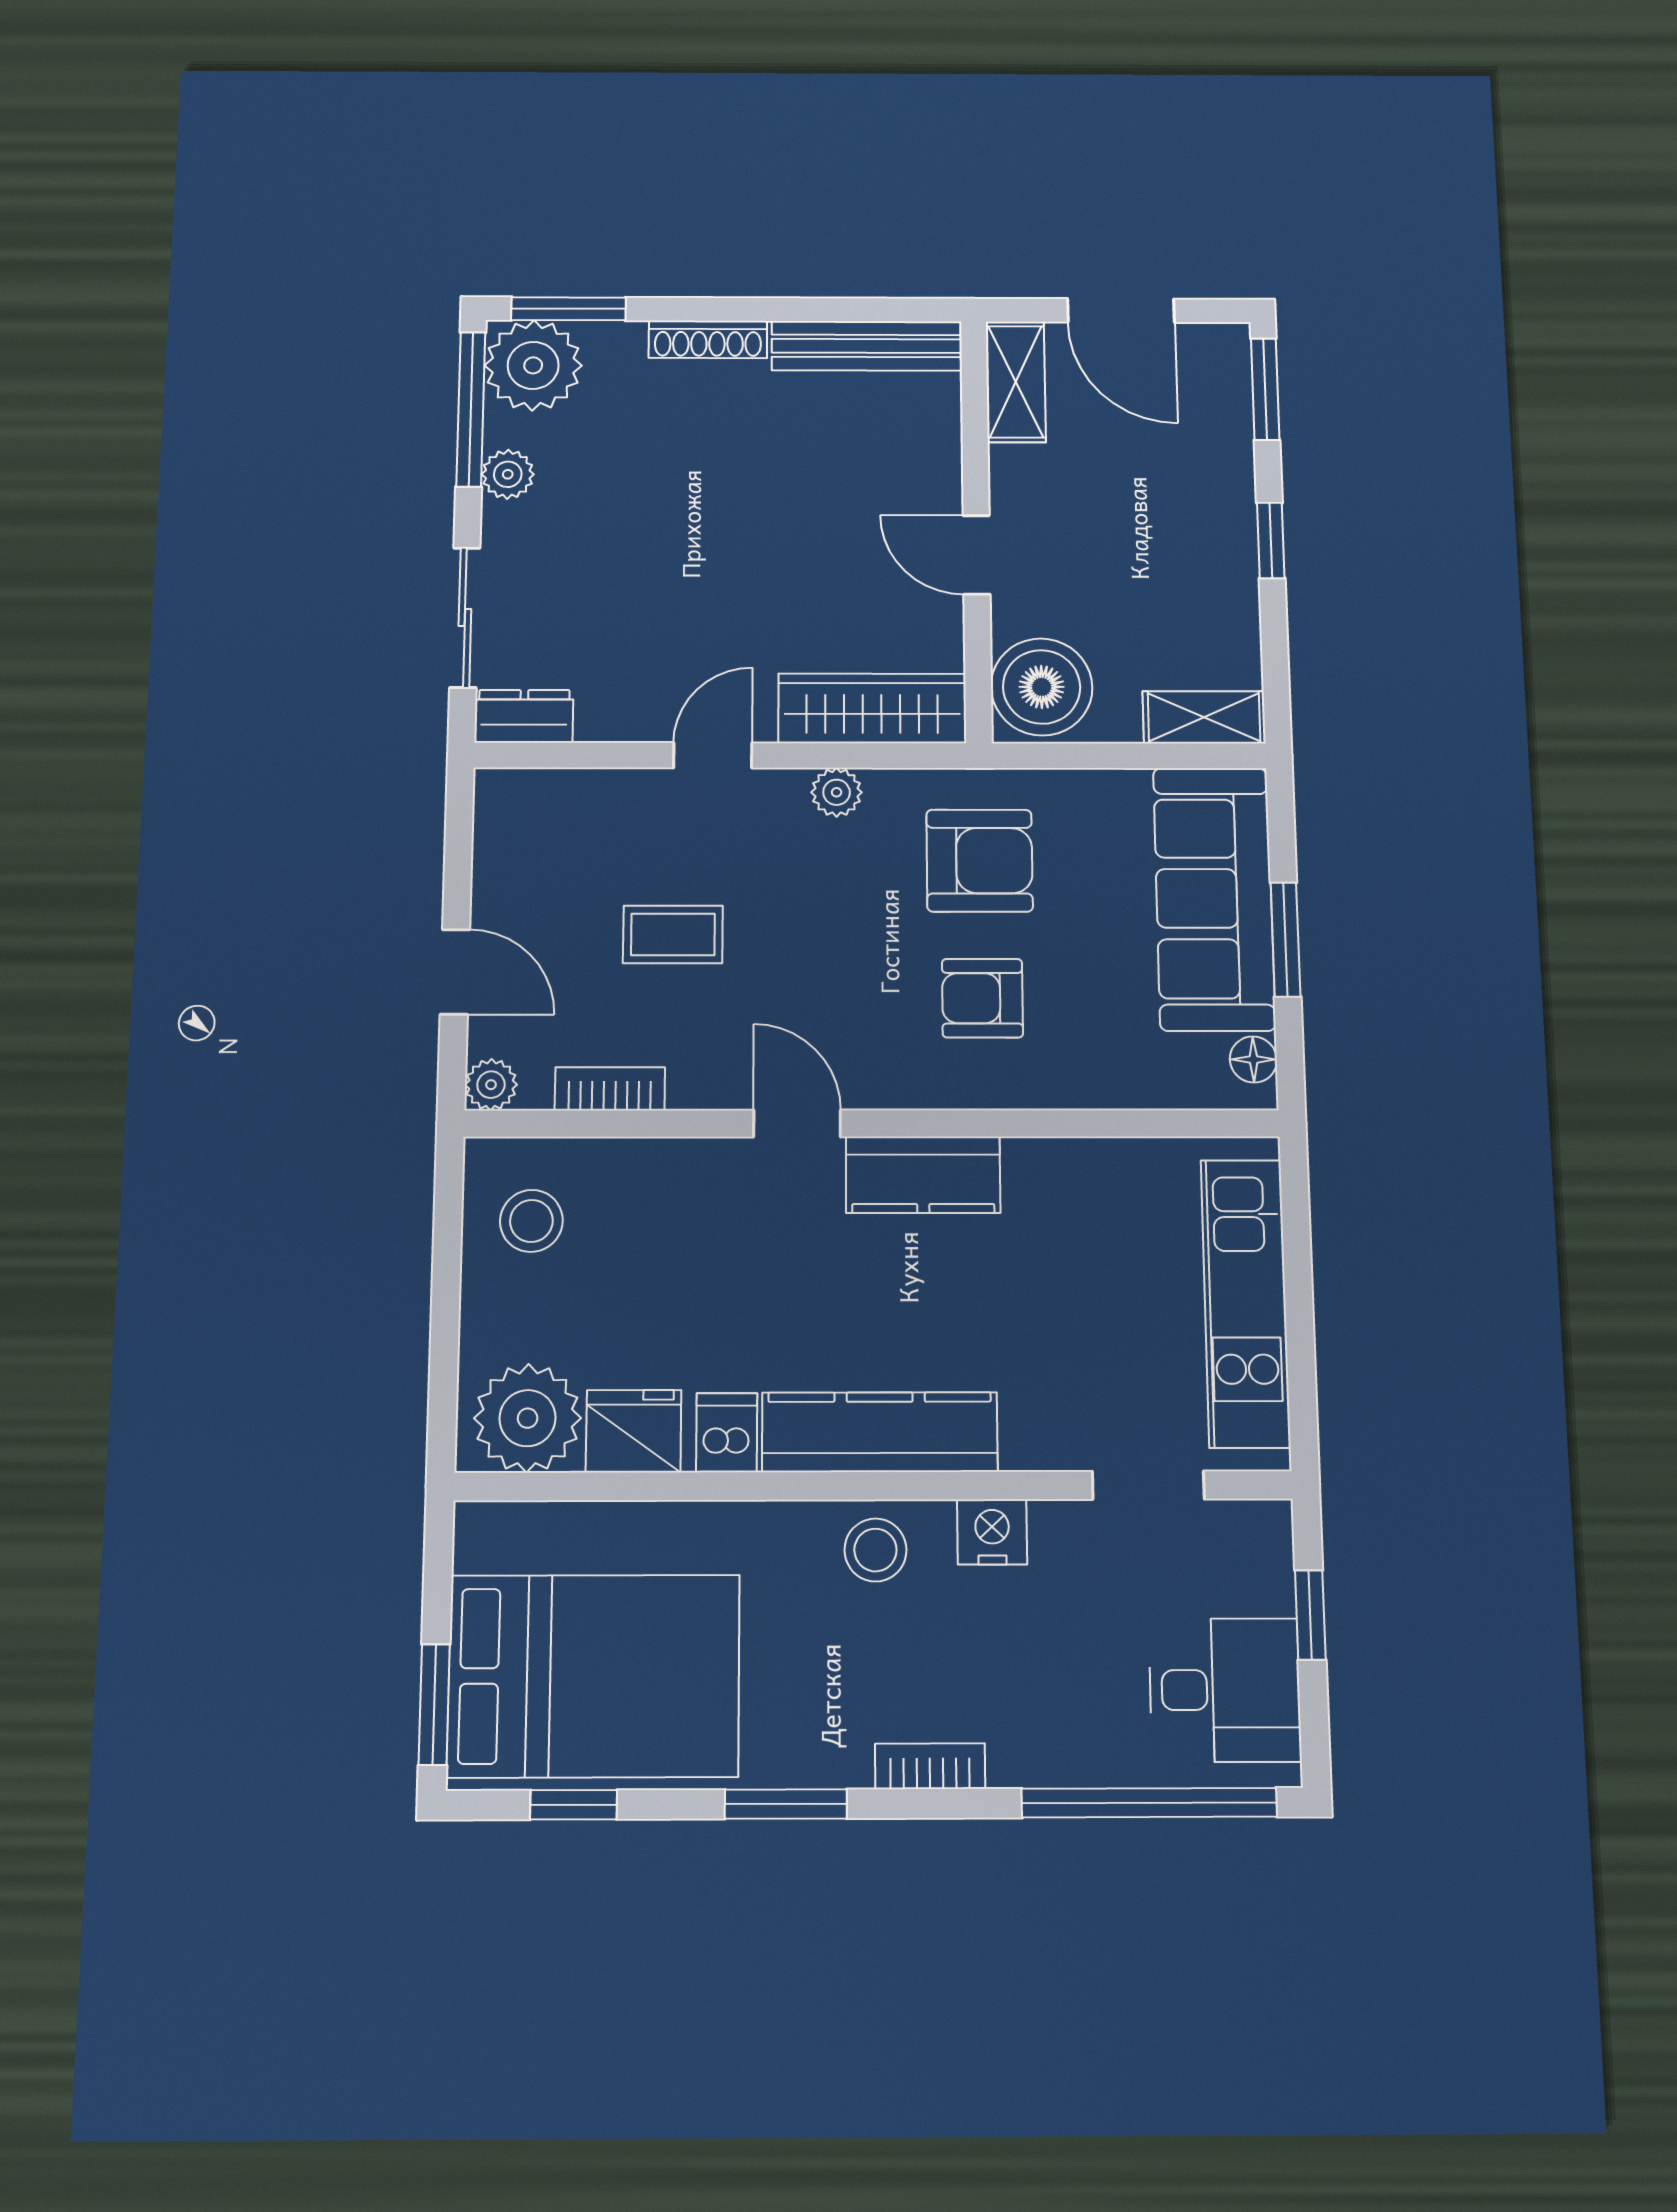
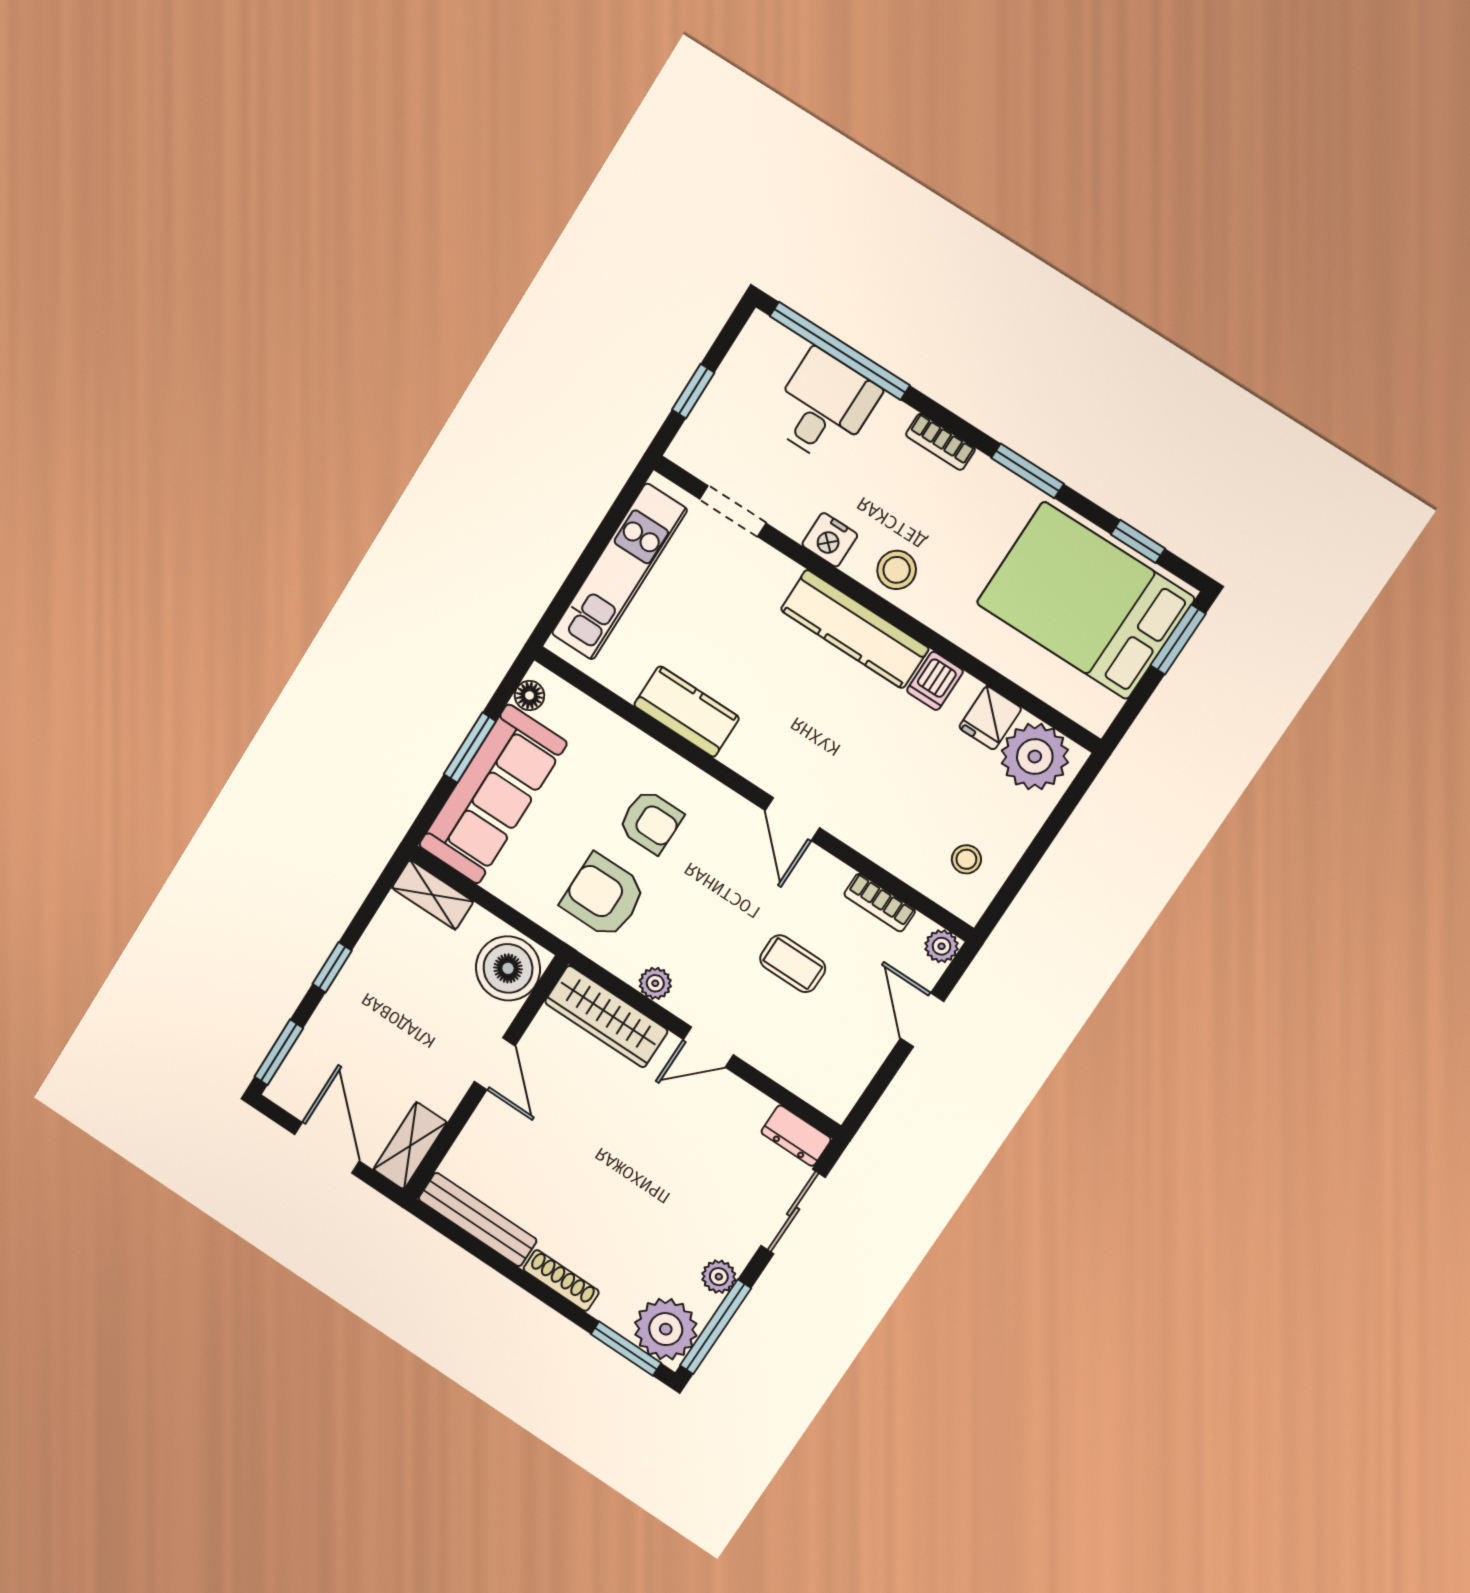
kitchen counter: (923, 1175) -> (687, 711), moved
stool: (531, 1221) -> (966, 859), width x0.73, depth x0.73
fridge: (634, 1431) -> (990, 718), width x0.72
desk: (1225, 1690) -> (824, 407), moved, turned 90

